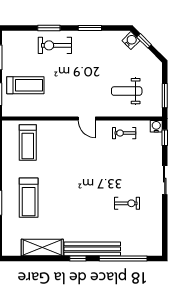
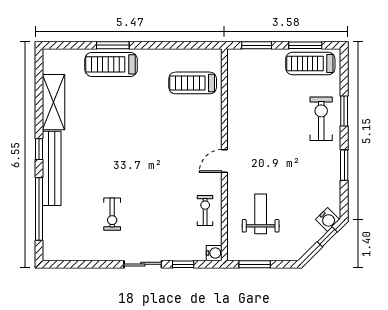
treadmill: (25, 85) -> (310, 64), moved, turned 90
window: (165, 138) -> (183, 264), moved
treadmill: (29, 198) -> (111, 64), moved

